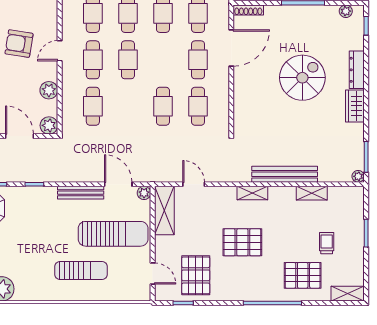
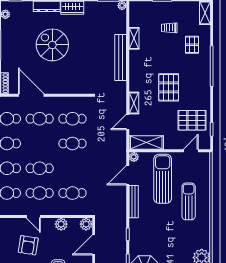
shelving: (252, 193) -> (134, 103), moved
pallet: (303, 275) -> (192, 45), width x0.67, depth x0.71

